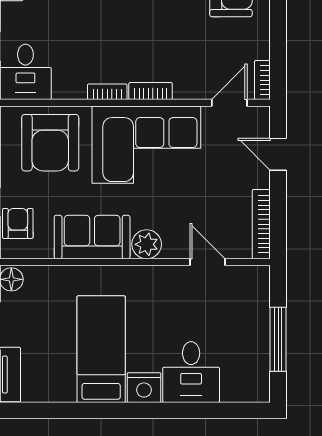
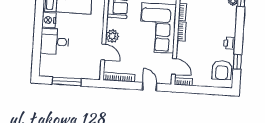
door: (278, 154) -> (150, 87), hinge flipped
plant: (147, 244) -> (112, 36), moved
door: (207, 262) -> (103, 52), hinge flipped

